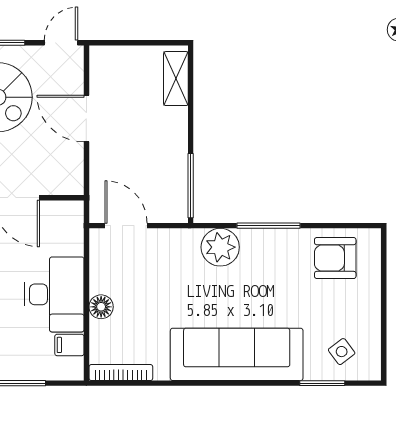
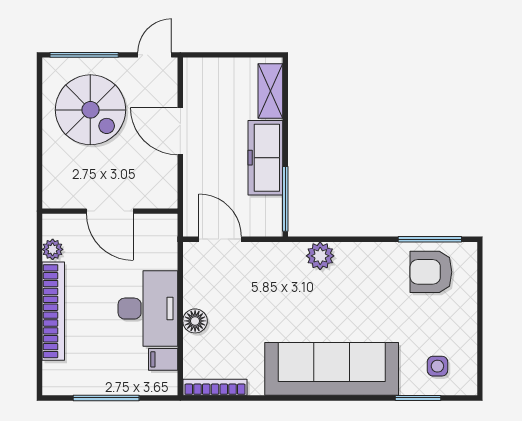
freezer: (171, 145) -> (265, 158), added
window: (269, 226) -> (430, 239), moved
plant: (220, 247) -> (320, 256), width x0.73, depth x0.73
side table: (342, 352) -> (437, 366), turned 37

